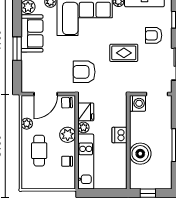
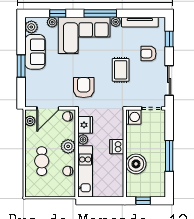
rug: (124, 53) -> (121, 70), turned 90
armchair: (84, 72) -> (84, 88), turned 90
plant: (27, 124) -> (30, 121), moved

